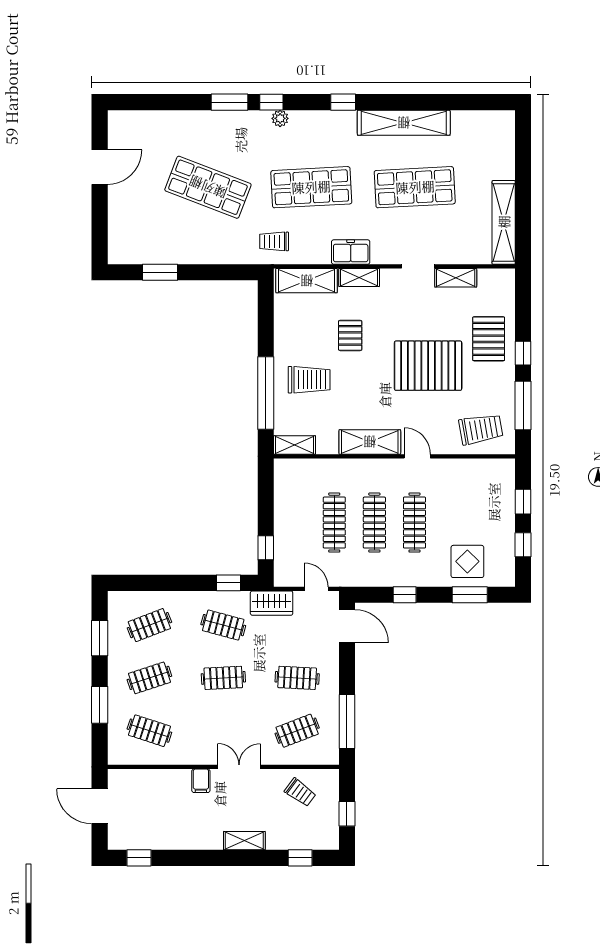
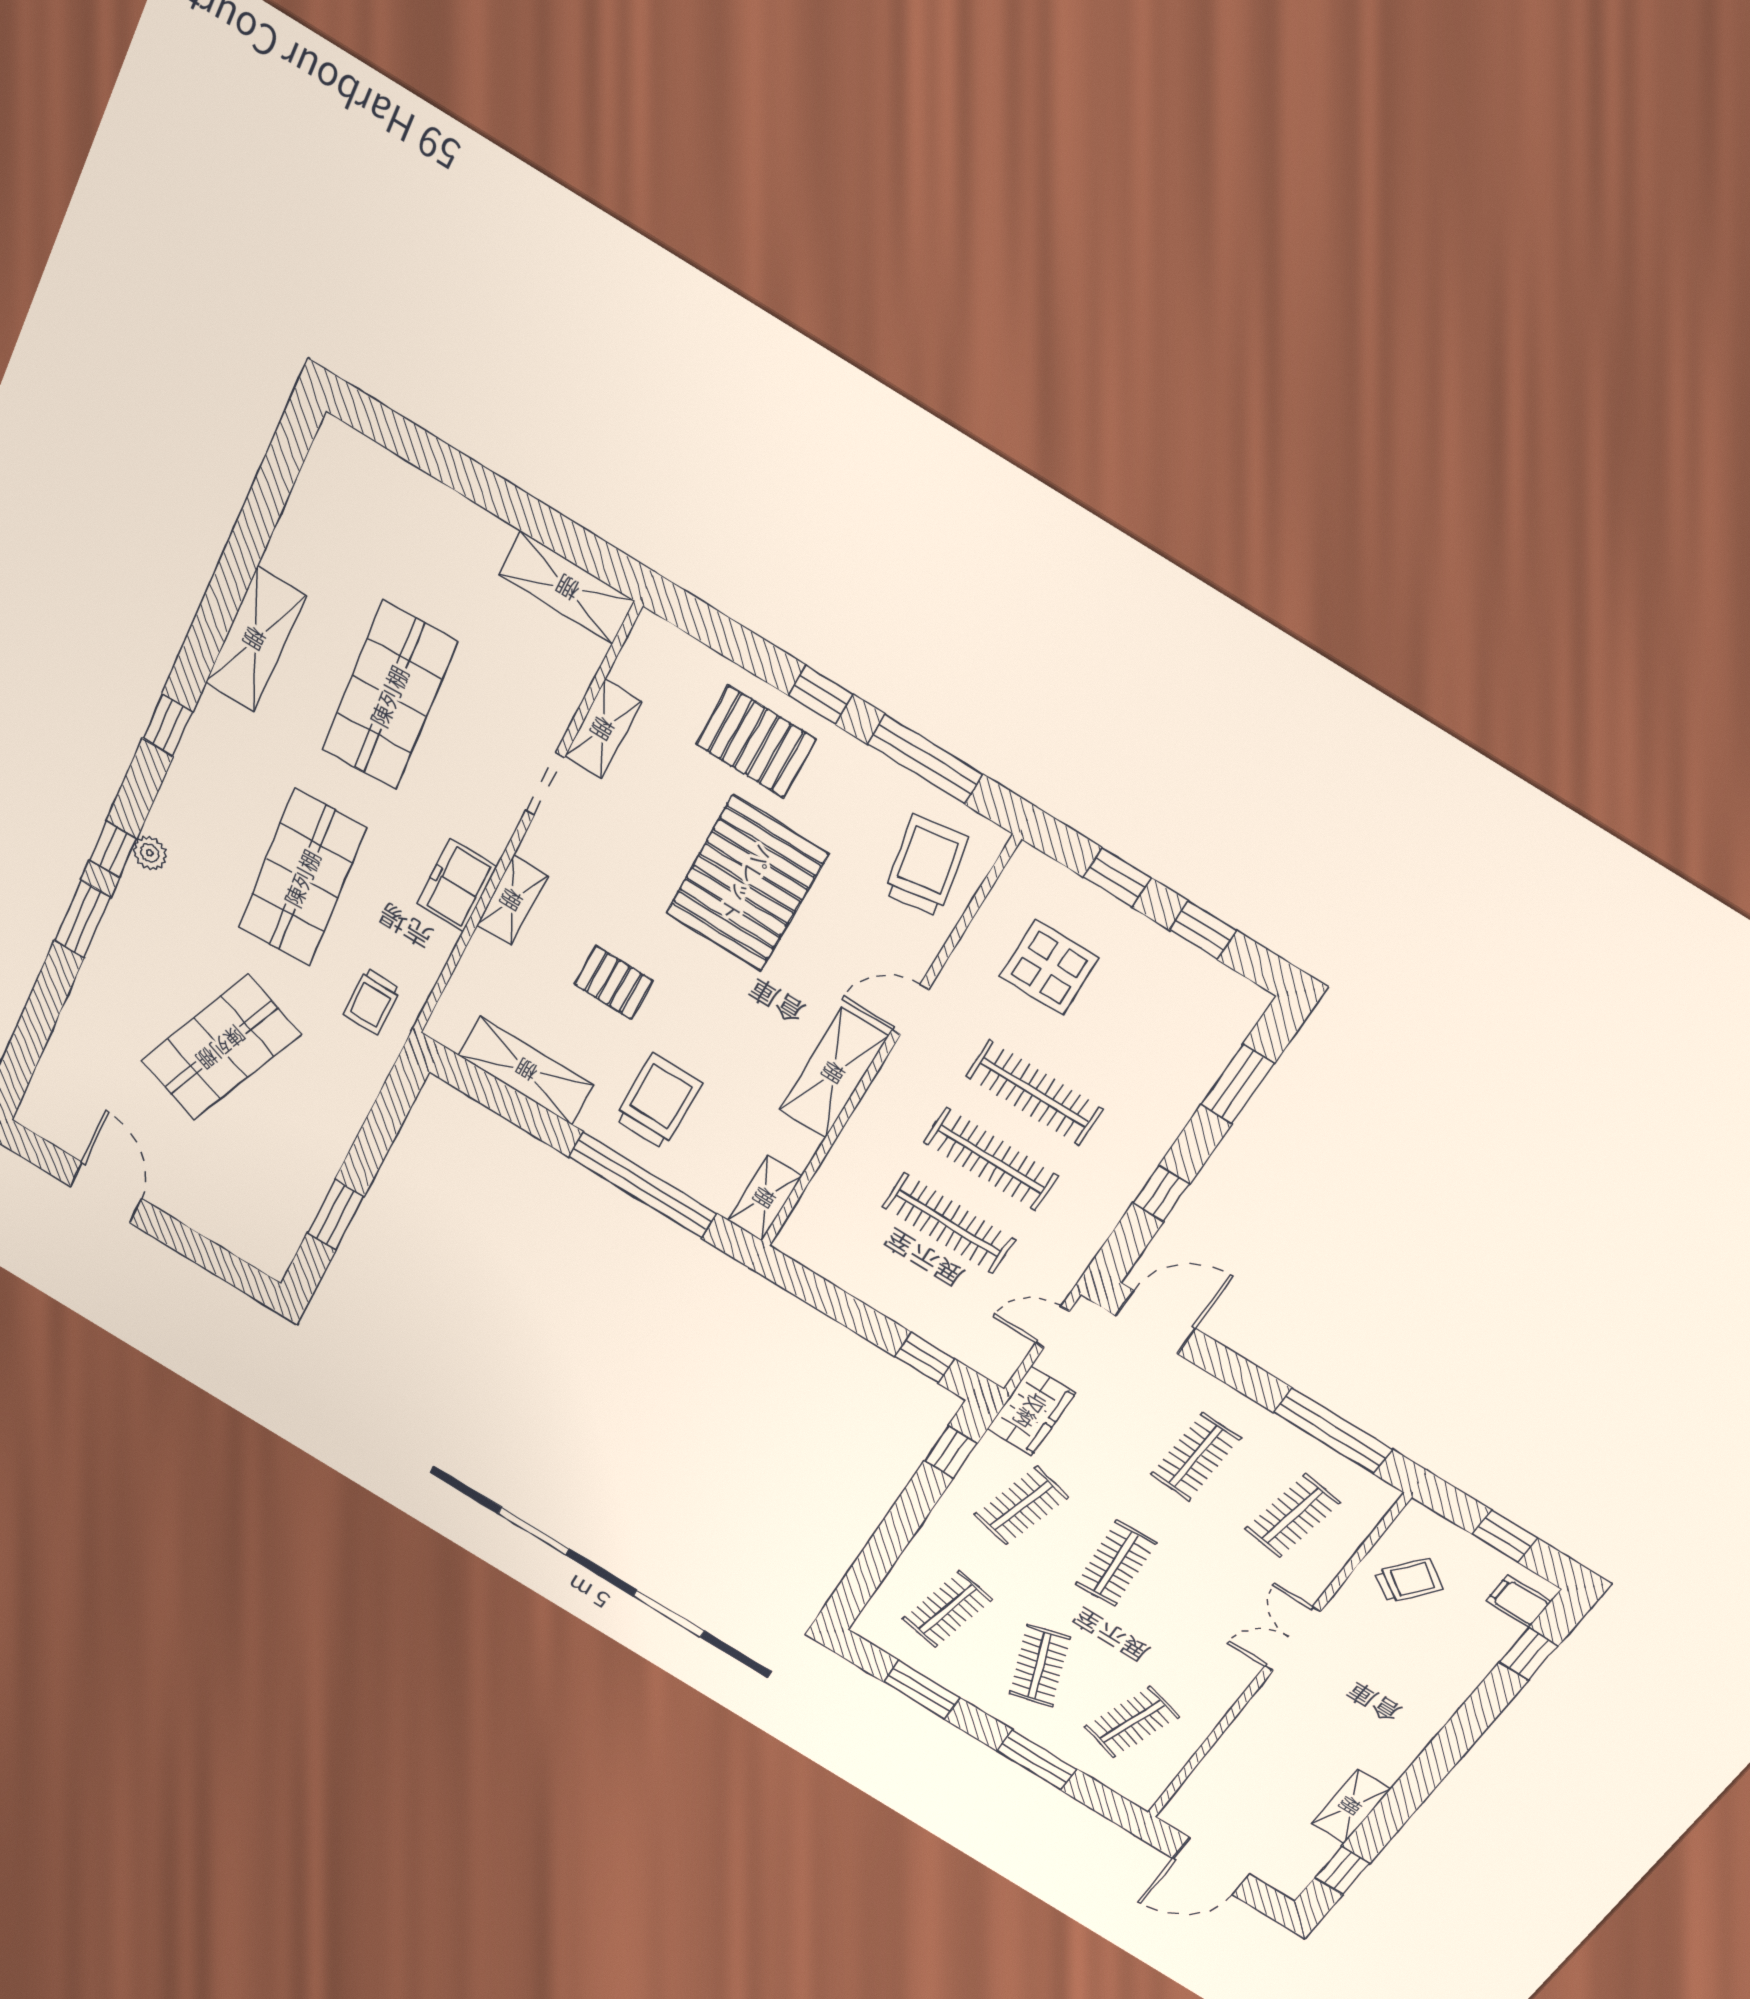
shelving: (404, 123) -> (255, 639), width x0.68
shelving: (504, 222) -> (567, 588), width x0.68
shelving: (307, 281) -> (526, 1070), moved, turned 90
display table: (467, 561) -> (1049, 967), moved
clothes rail: (149, 625) -> (947, 1609), turned 33
clothes rail: (297, 731) -> (1292, 1516), turned 30
filing cabinet: (201, 781) -> (1518, 1601), moved, turned 180
shelving: (244, 841) -> (1351, 1806), moved

